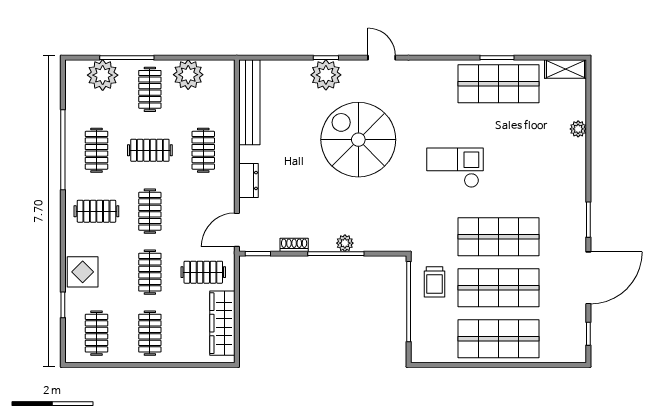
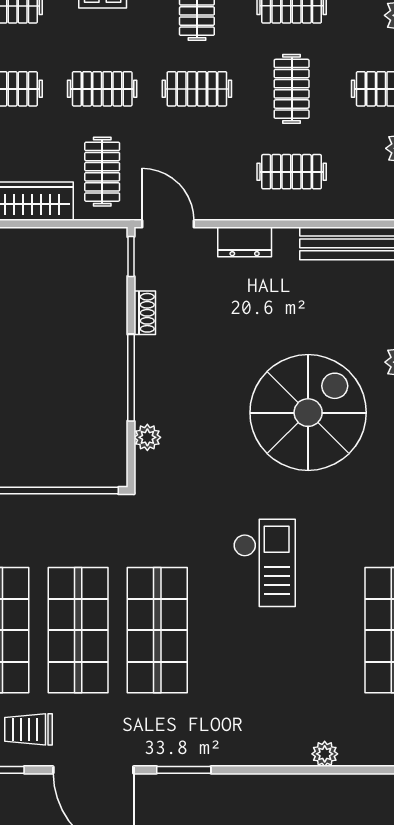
plant: (345, 243) -> (147, 437), moved
trolley: (435, 282) -> (28, 729), moved

